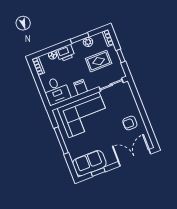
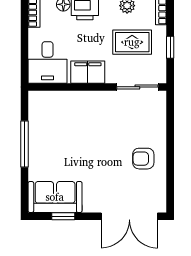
filing cabinet: (81, 87) -> (88, 72), width x2.00
corner sofa: (84, 115) -> (76, 118), removed
double door: (135, 158) -> (129, 216), swing flipped

